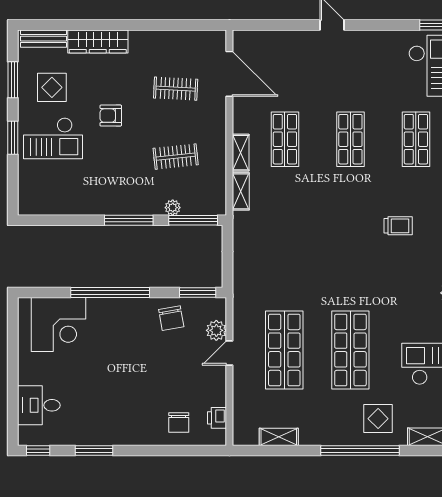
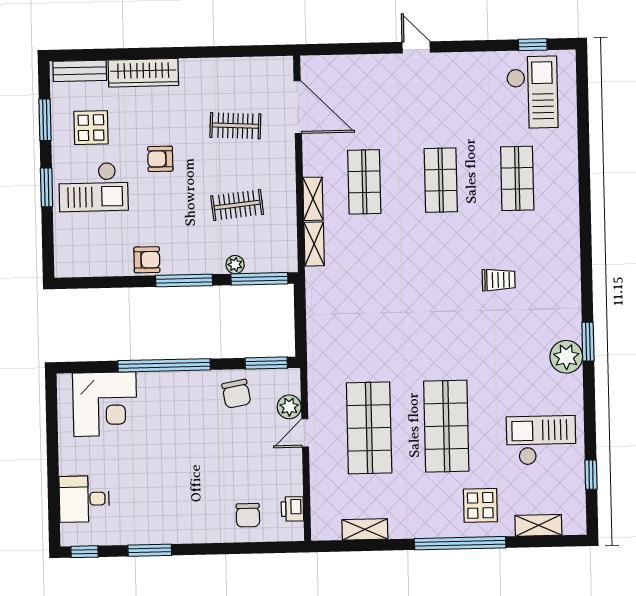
armchair: (97, 202) -> (147, 260), added

